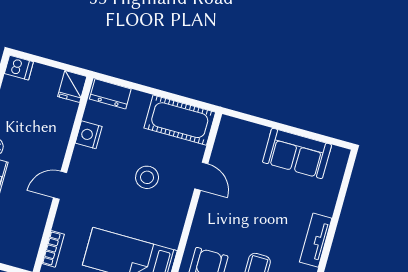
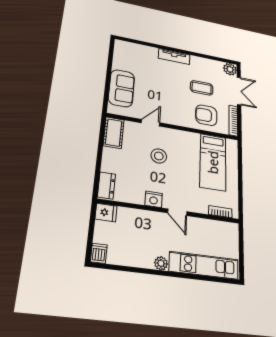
cot: (180, 120) -> (114, 133), width x0.73, depth x0.75
nightstand: (89, 135) -> (154, 199), moved
sofa: (297, 153) -> (122, 88), moved

